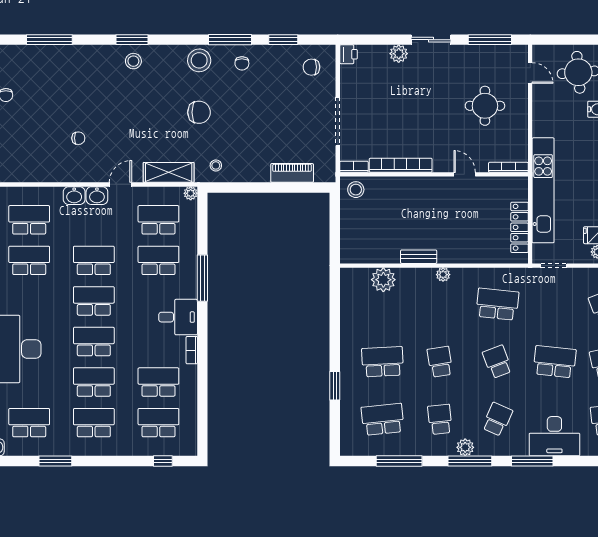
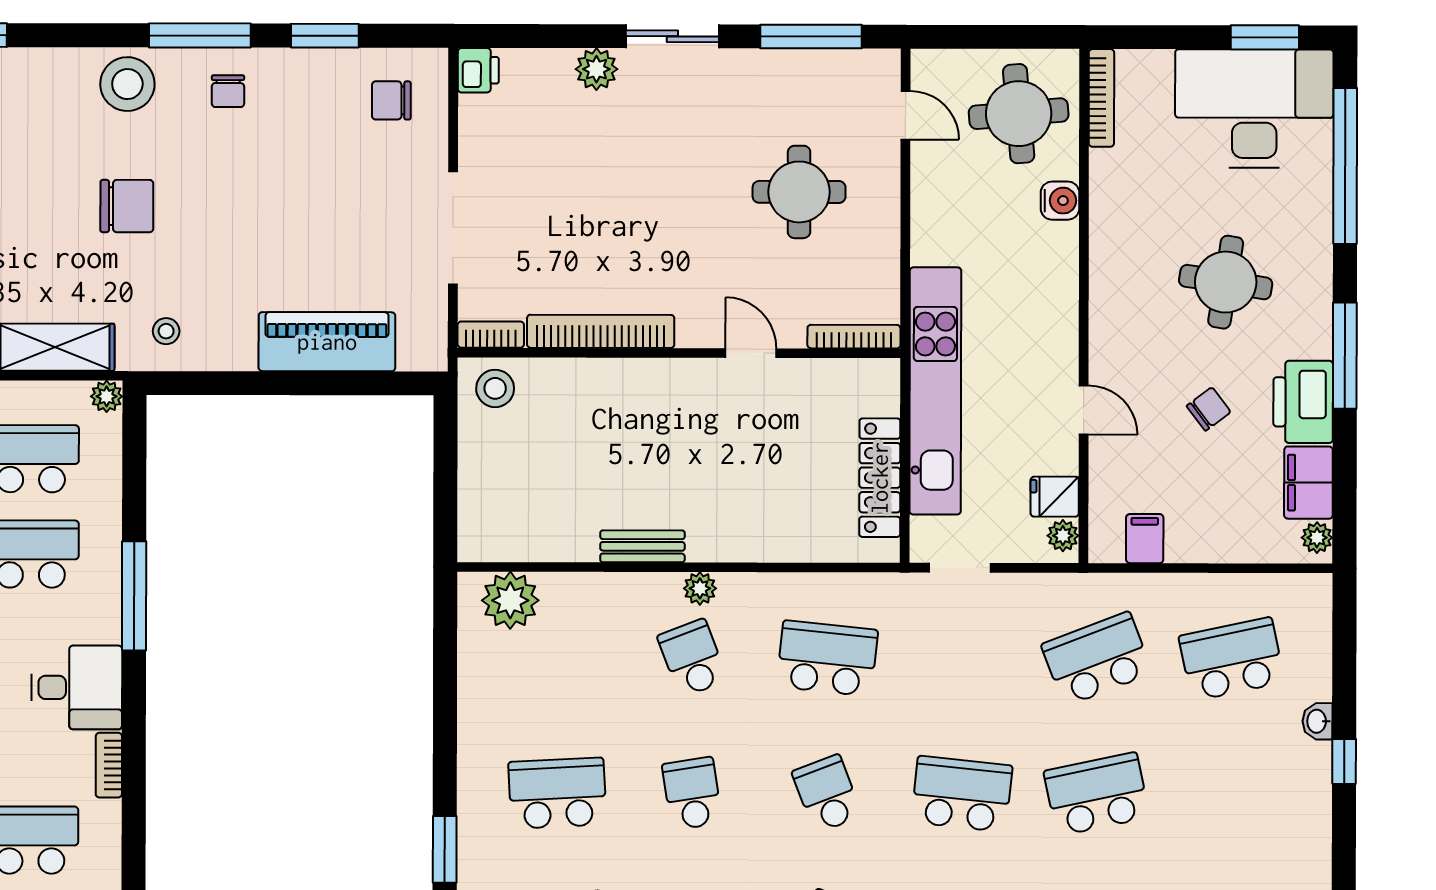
piano: (292, 173) -> (327, 342), width x1.37, depth x1.33
plant: (383, 280) -> (510, 600), moved
school desk: (440, 304) -> (692, 658), added

